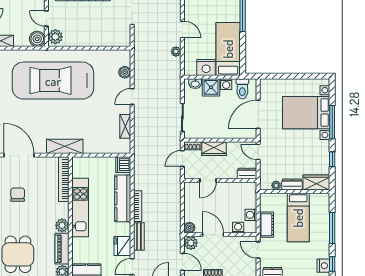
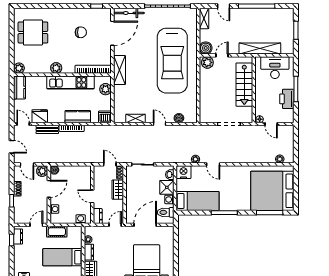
door: (182, 30) -> (213, 164), hinge flipped
nightstand: (206, 67) -> (183, 172), moved, turned 90
car: (53, 81) -> (172, 61), turned 180
door: (258, 114) -> (145, 225), hinge flipped
plant: (89, 164) -> (105, 89), added
door: (208, 180) -> (92, 196), moved
kitchen counter: (123, 198) -> (78, 117), width x0.67
washing machine: (251, 215) -> (81, 219), moved
piano: (62, 249) -> (37, 68), removed
door: (182, 262) -> (27, 164), hinge flipped

